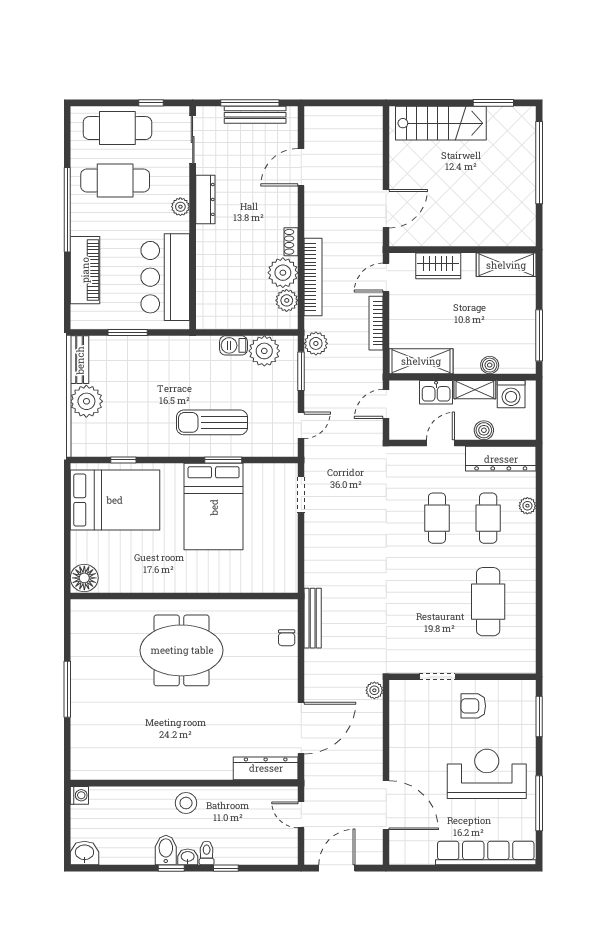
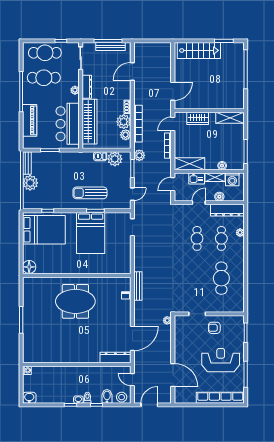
wardrobe: (211, 273) -> (90, 122), added
stool: (186, 803) -> (122, 397), moved
bidet: (166, 850) -> (107, 396), moved

